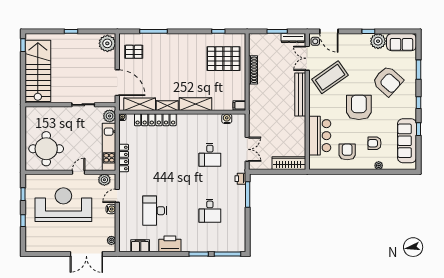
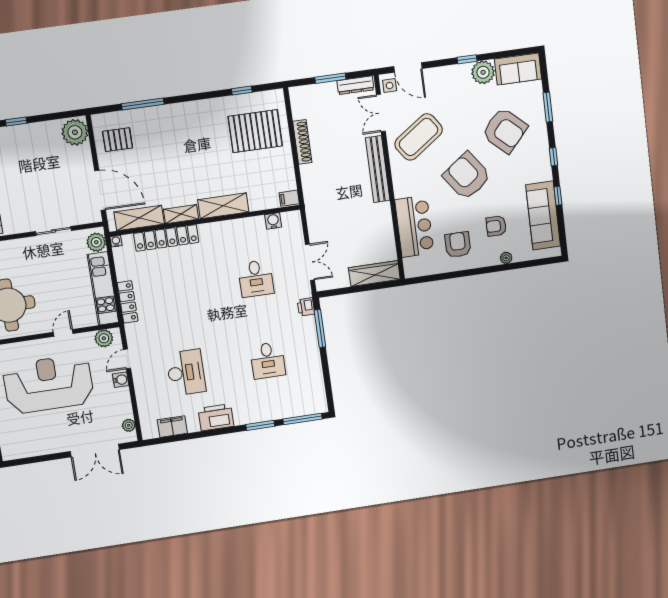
armchair: (359, 107) -> (467, 176), turned -36
desk: (155, 211) -> (186, 373), turned 180

